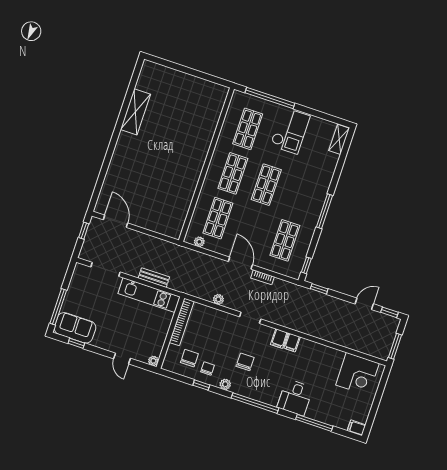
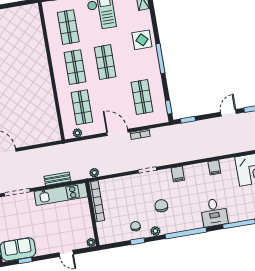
display table: (316, 182) -> (142, 40), added
plant: (218, 299) -> (94, 173), moved
filing cabinet: (292, 342) -> (214, 167), moved
chair: (189, 358) -> (117, 226), removed

